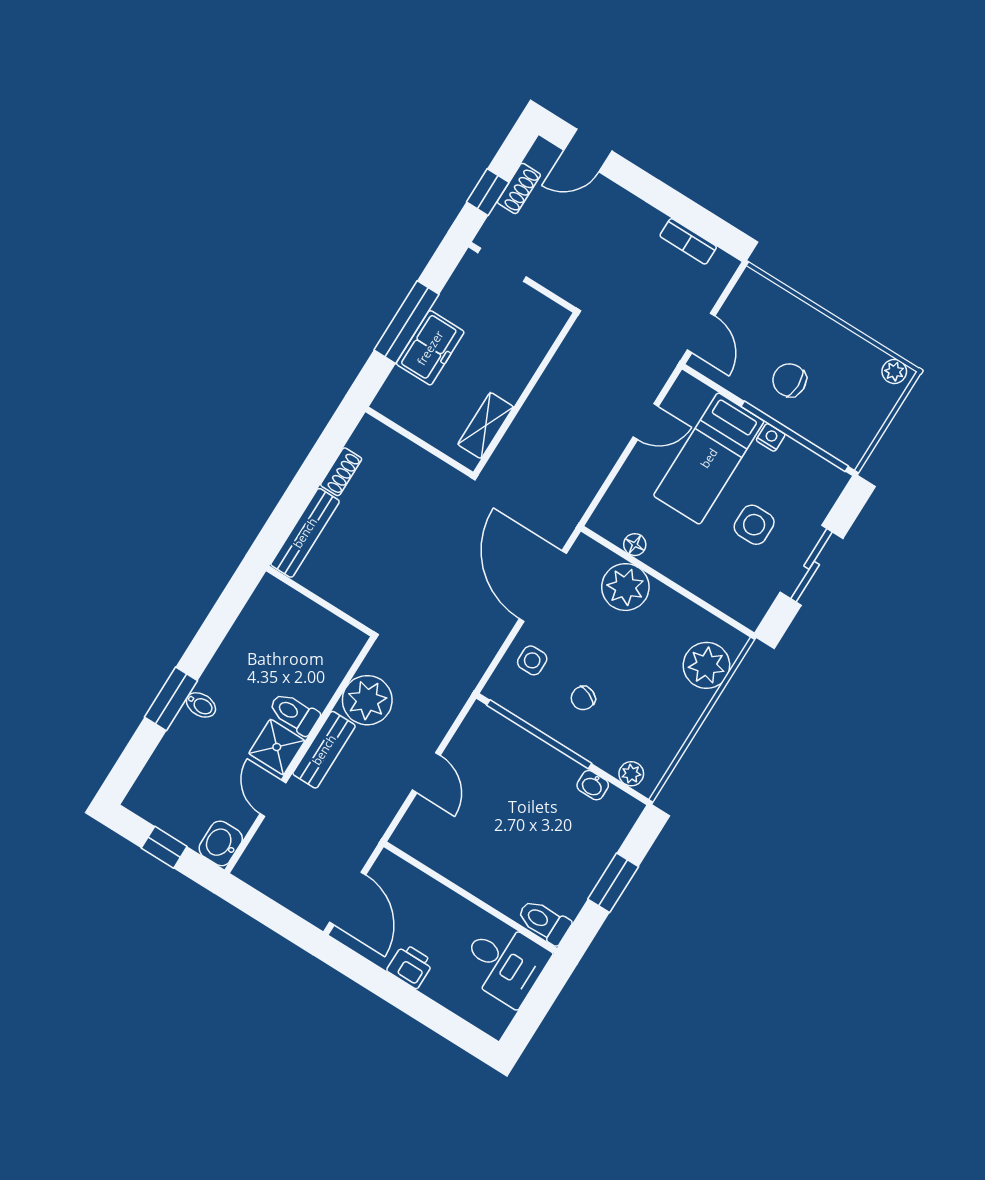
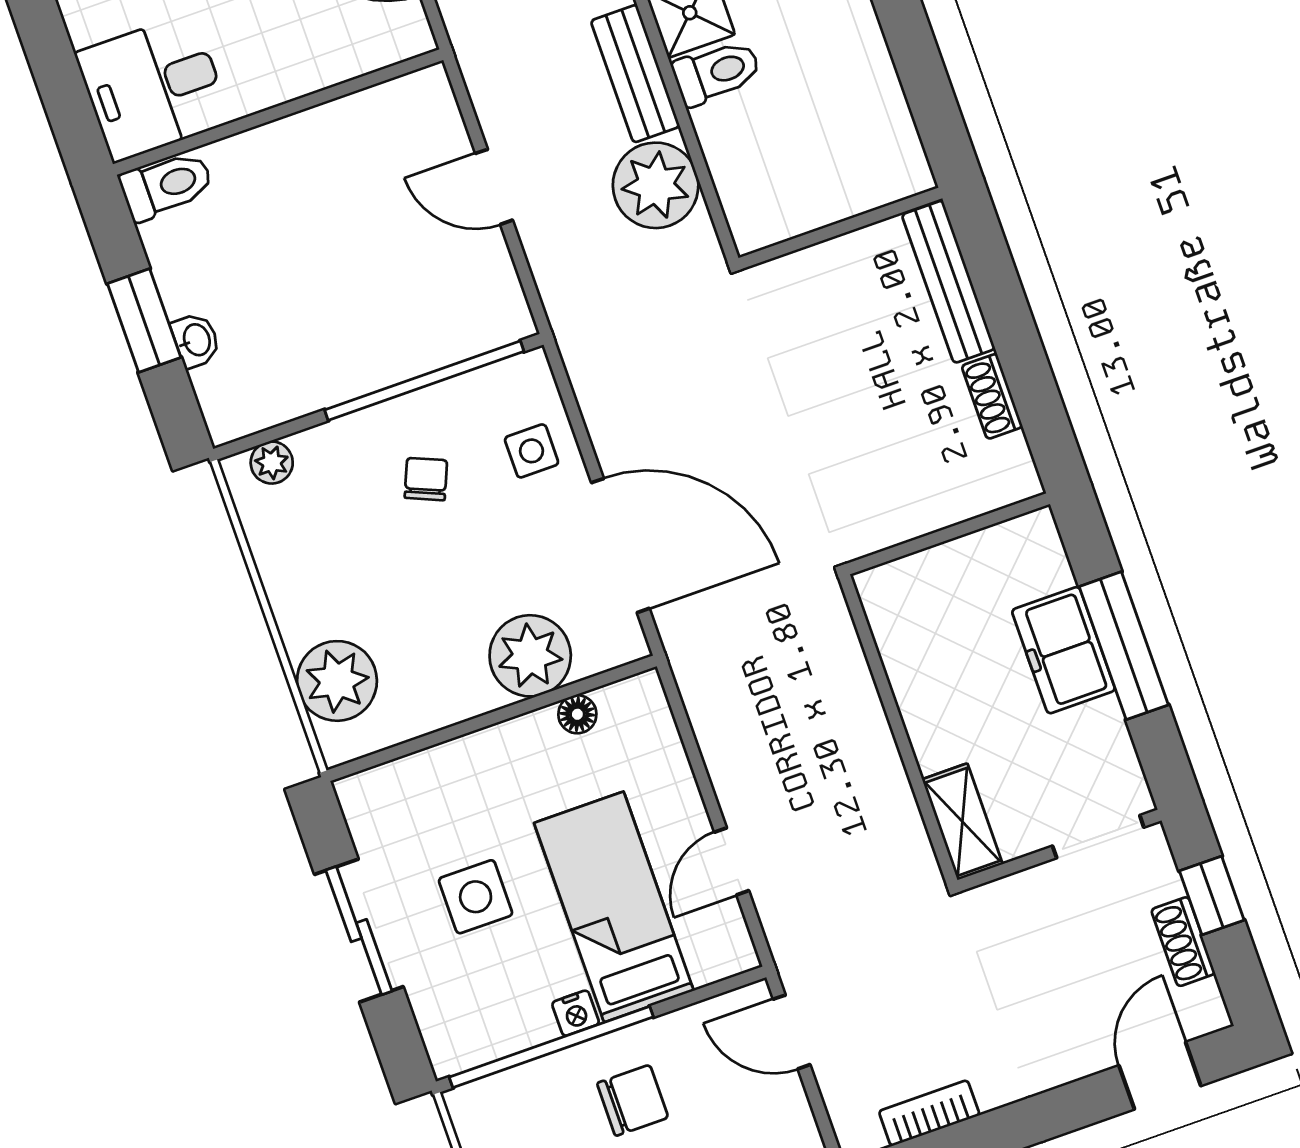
shelving: (486, 426) -> (962, 822), moved
washbasin: (593, 785) -> (196, 340), moved, turned 90

